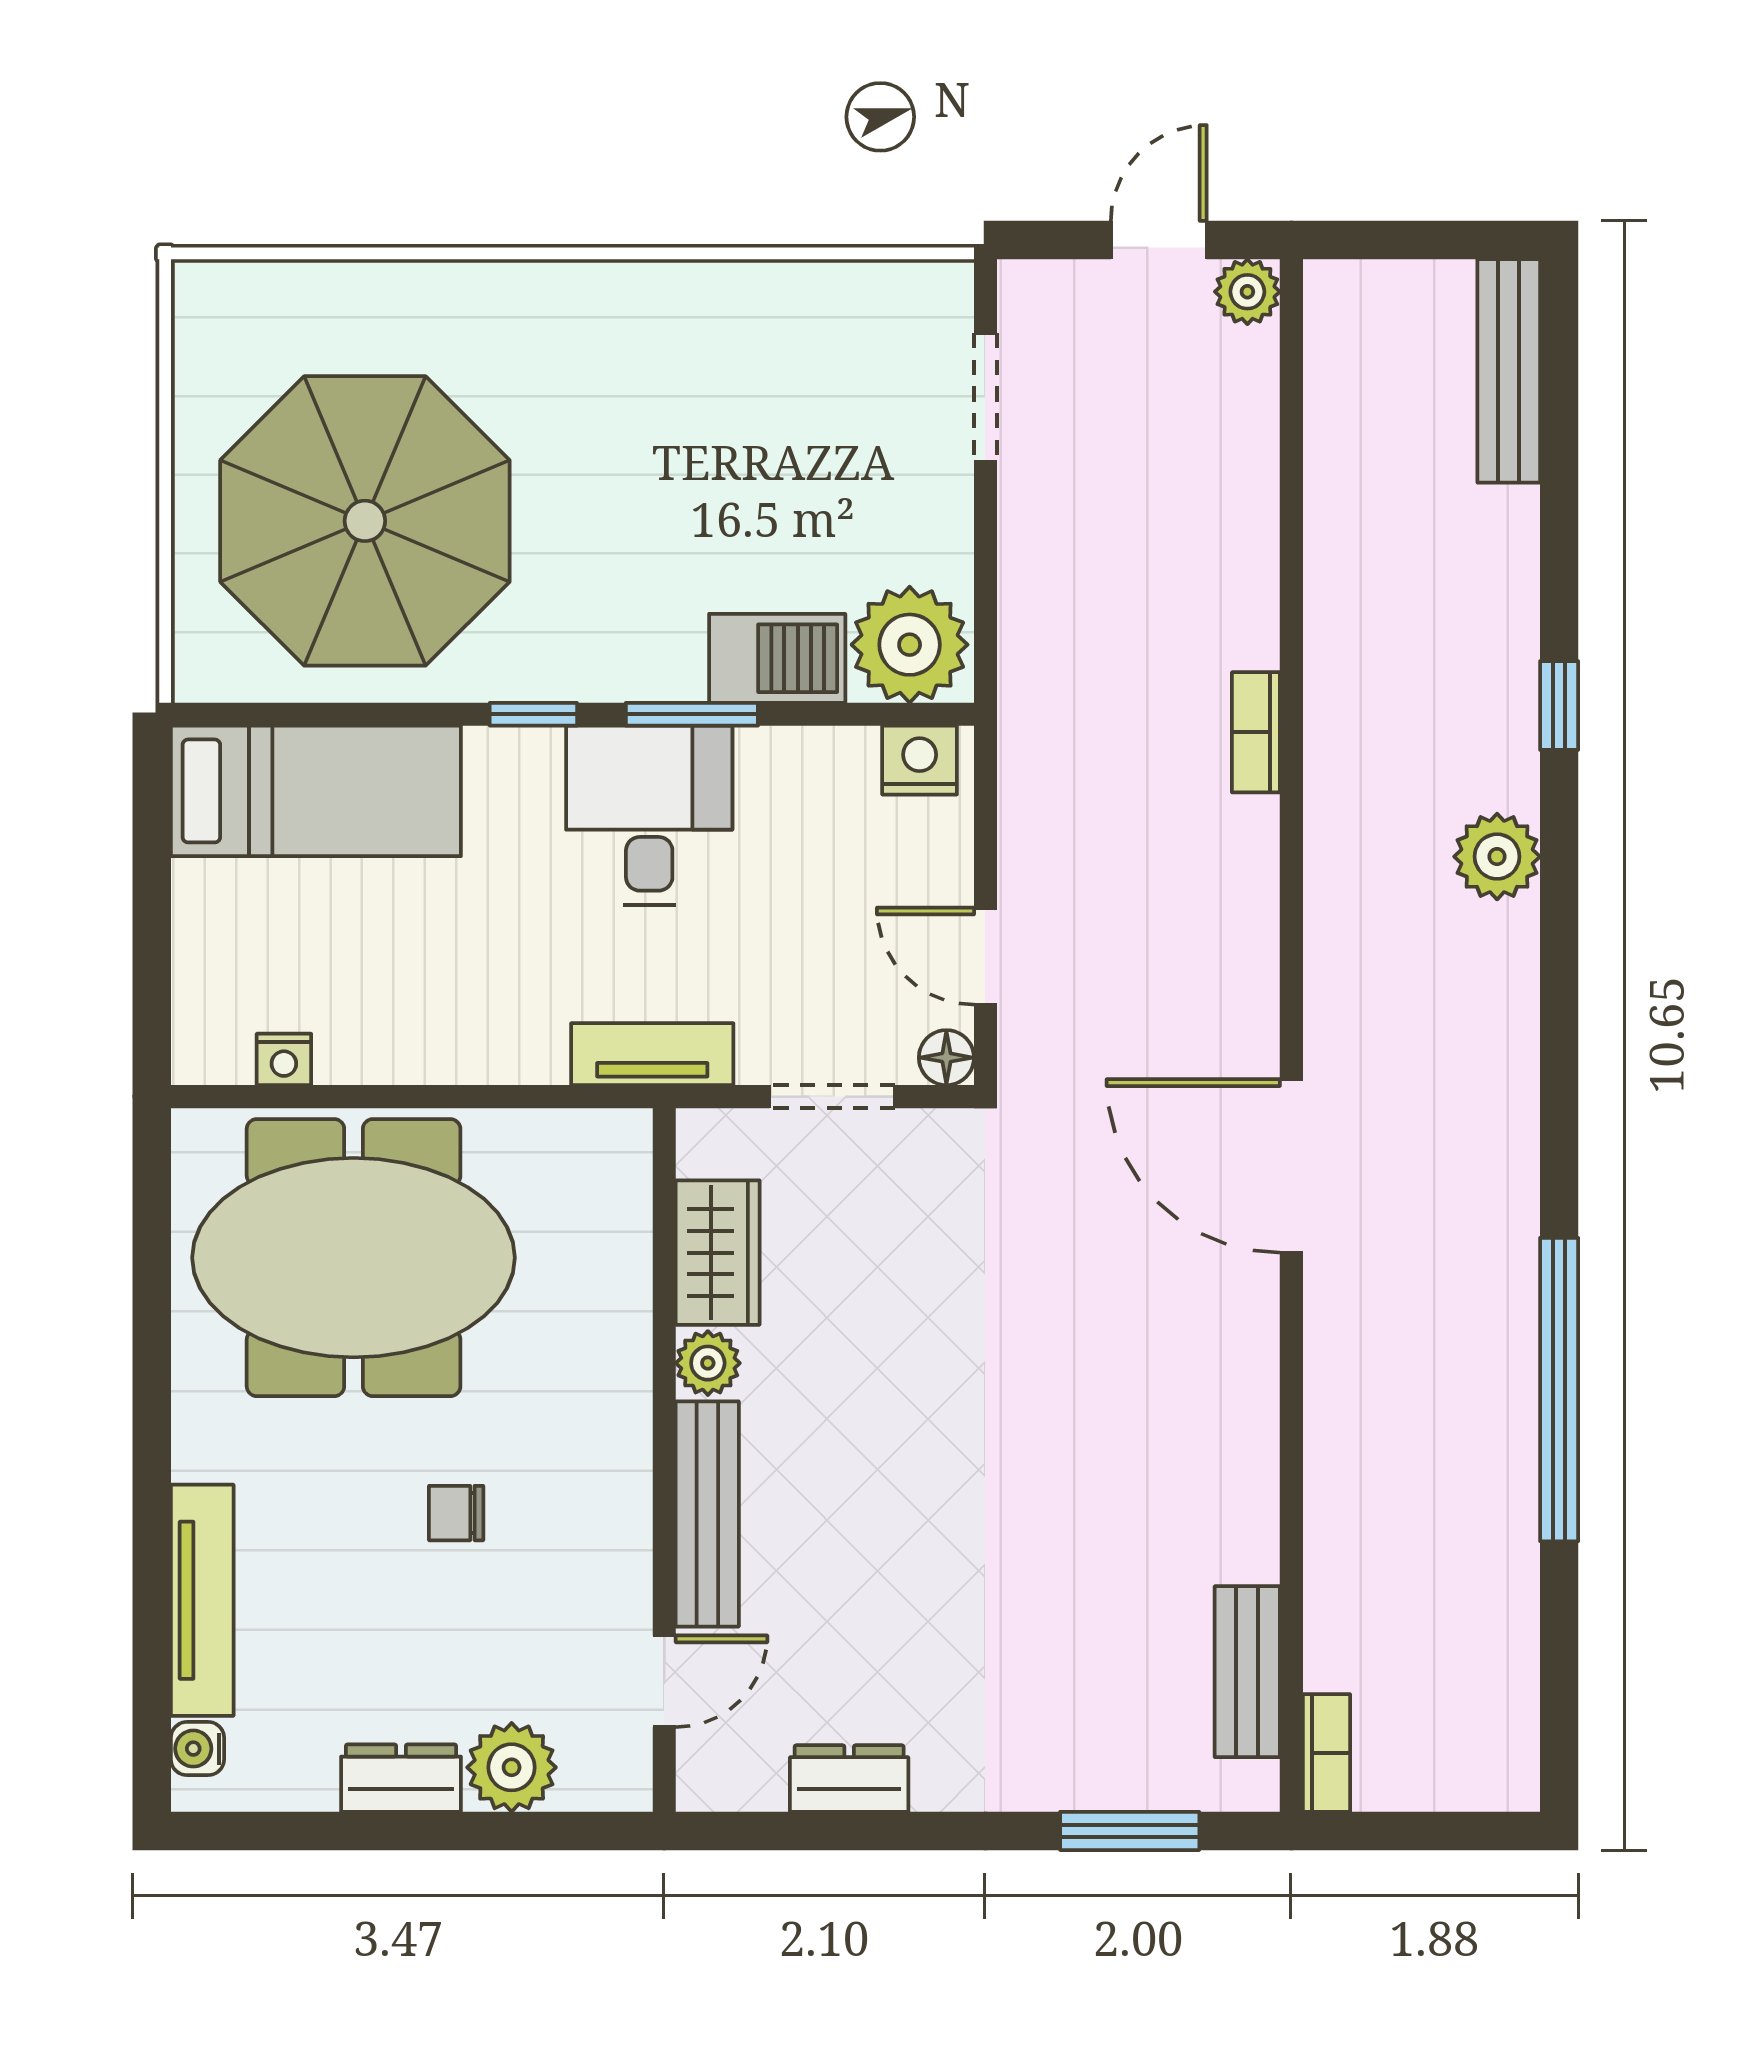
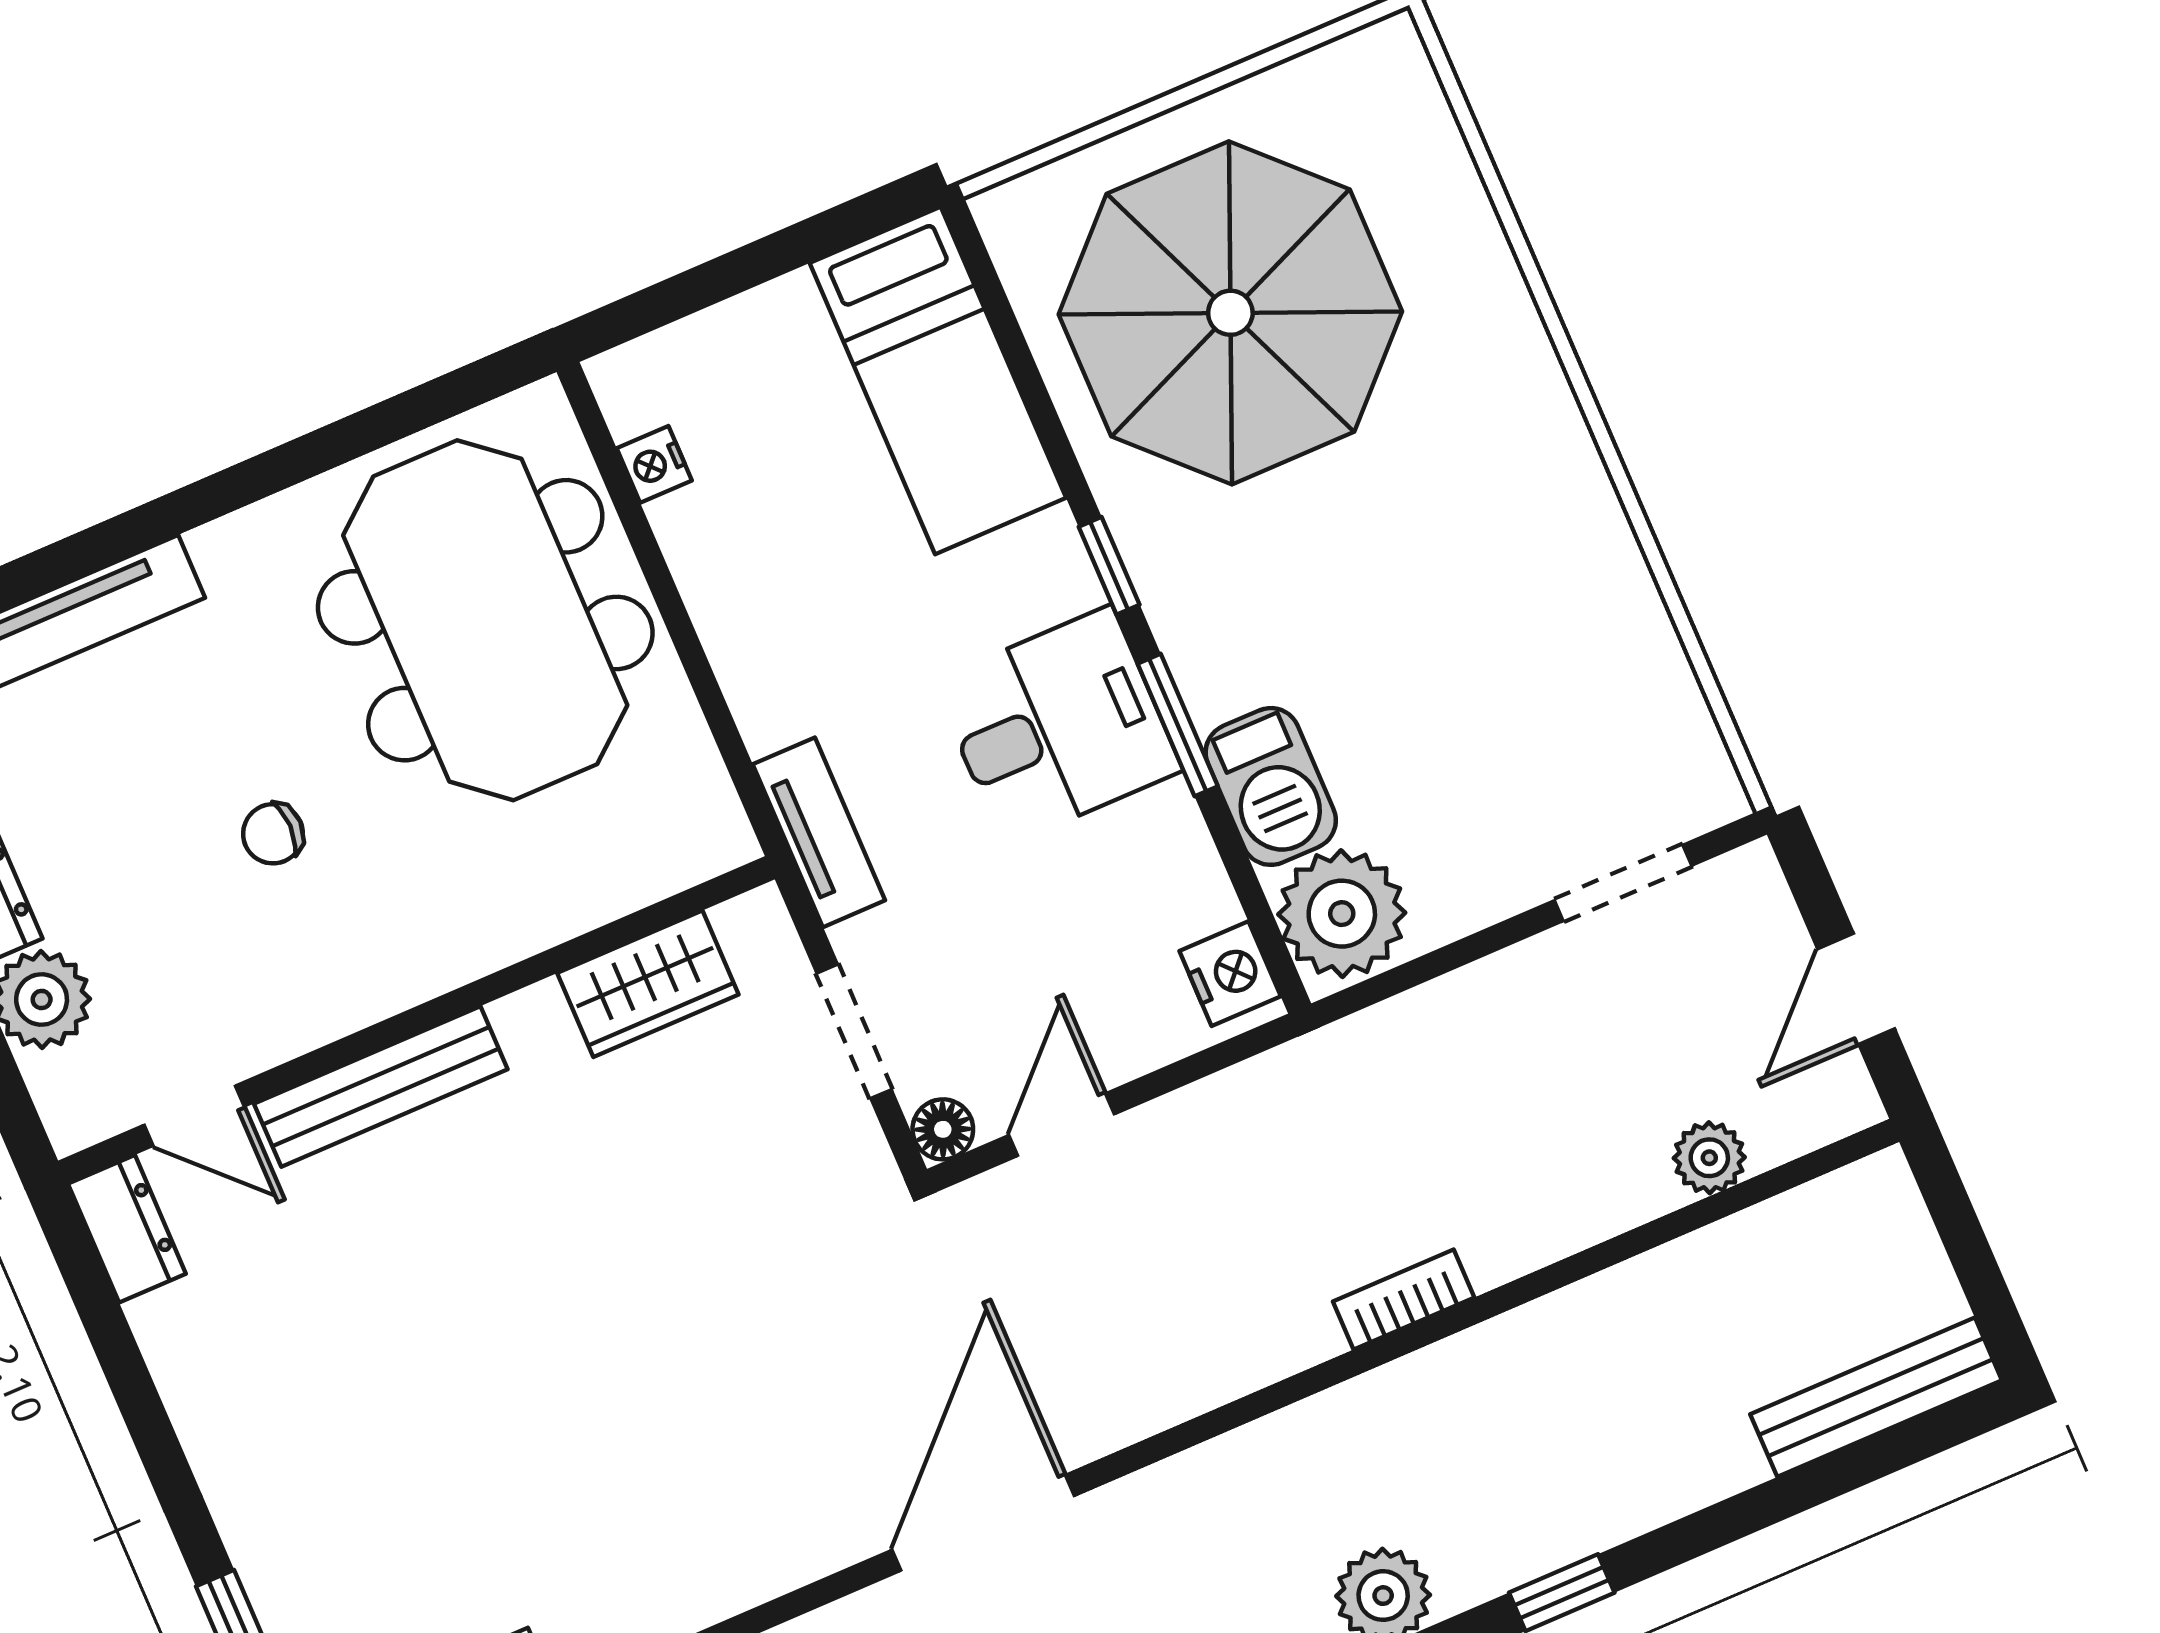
door: (1159, 240) -> (1856, 989), swing flipped
plant: (1247, 292) -> (1709, 1158), moved
plant: (708, 1363) -> (533, 1022), removed
chair: (456, 1513) -> (273, 834), turned -90
dresser: (849, 1779) -> (127, 1229), moved

